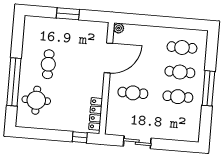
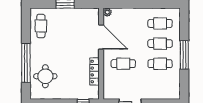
door: (108, 58) -> (101, 37), hinge flipped
cafe table: (48, 64) -> (41, 26), moved
locker: (96, 114) -> (94, 71), moved

